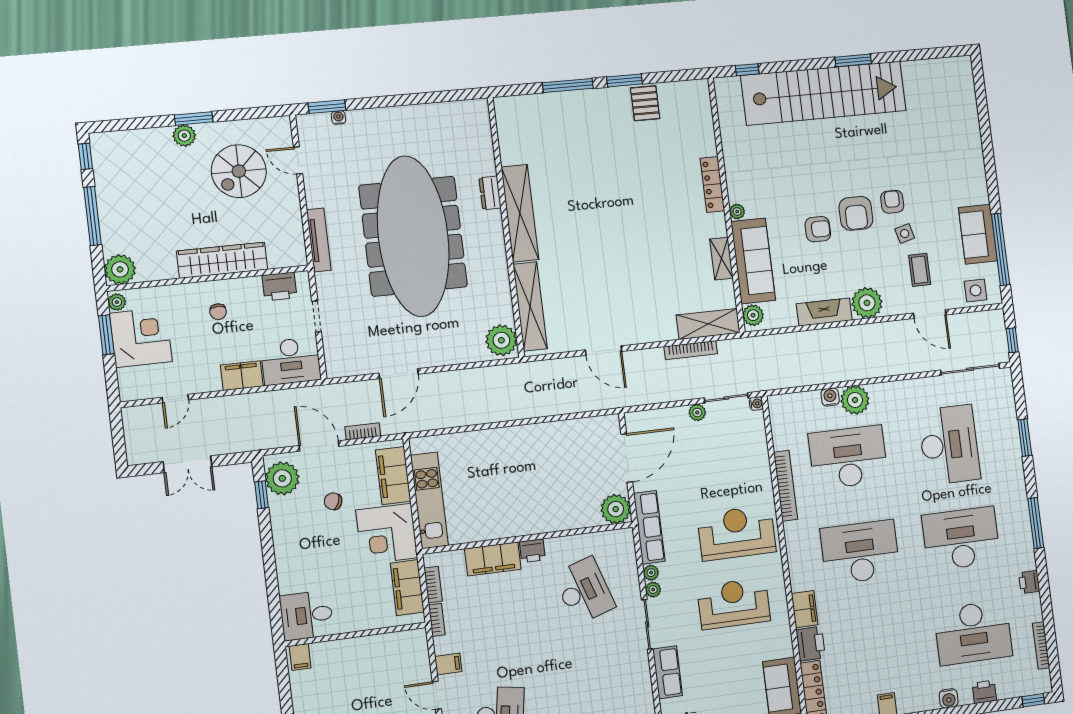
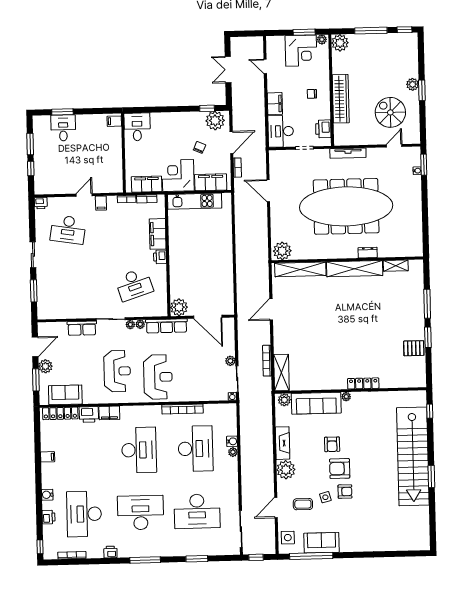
shelving: (721, 259) -> (396, 266), moved
plant: (855, 400) -> (233, 452), width x0.53, depth x0.53
desk: (961, 539) -> (141, 513), turned -90

